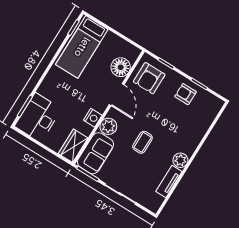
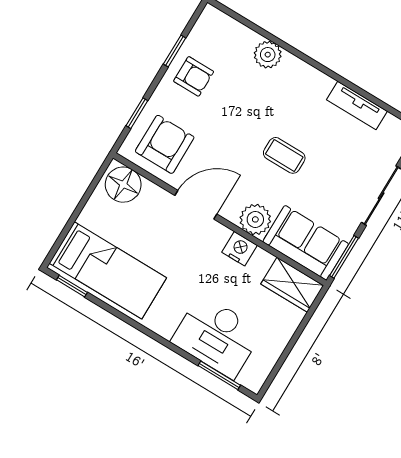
floor lamp: (121, 67) -> (123, 185), moved
armchair: (149, 78) -> (165, 144), turned -90
armchair: (185, 94) -> (194, 76), turned -90
desk: (38, 118) -> (217, 336), moved
plant: (180, 160) -> (268, 55), moved

